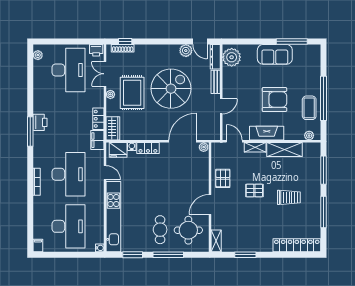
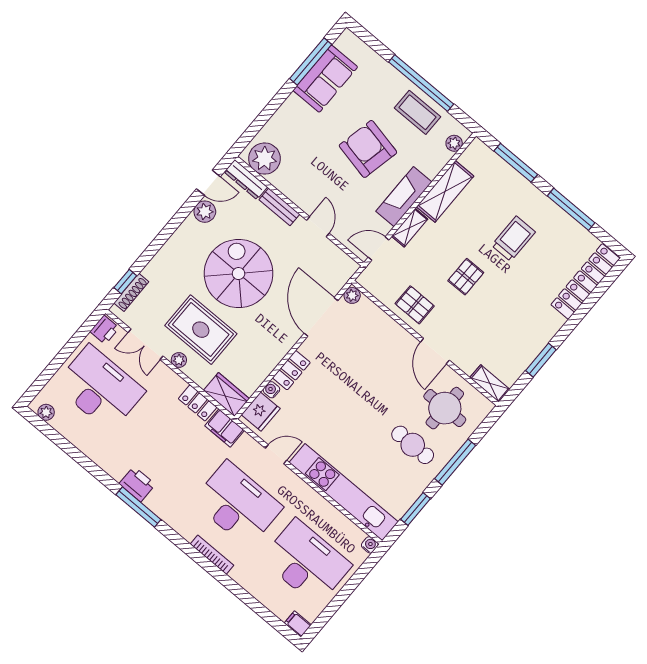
sofa: (275, 54) -> (325, 79), moved
armchair: (274, 100) -> (368, 149), turned -78

